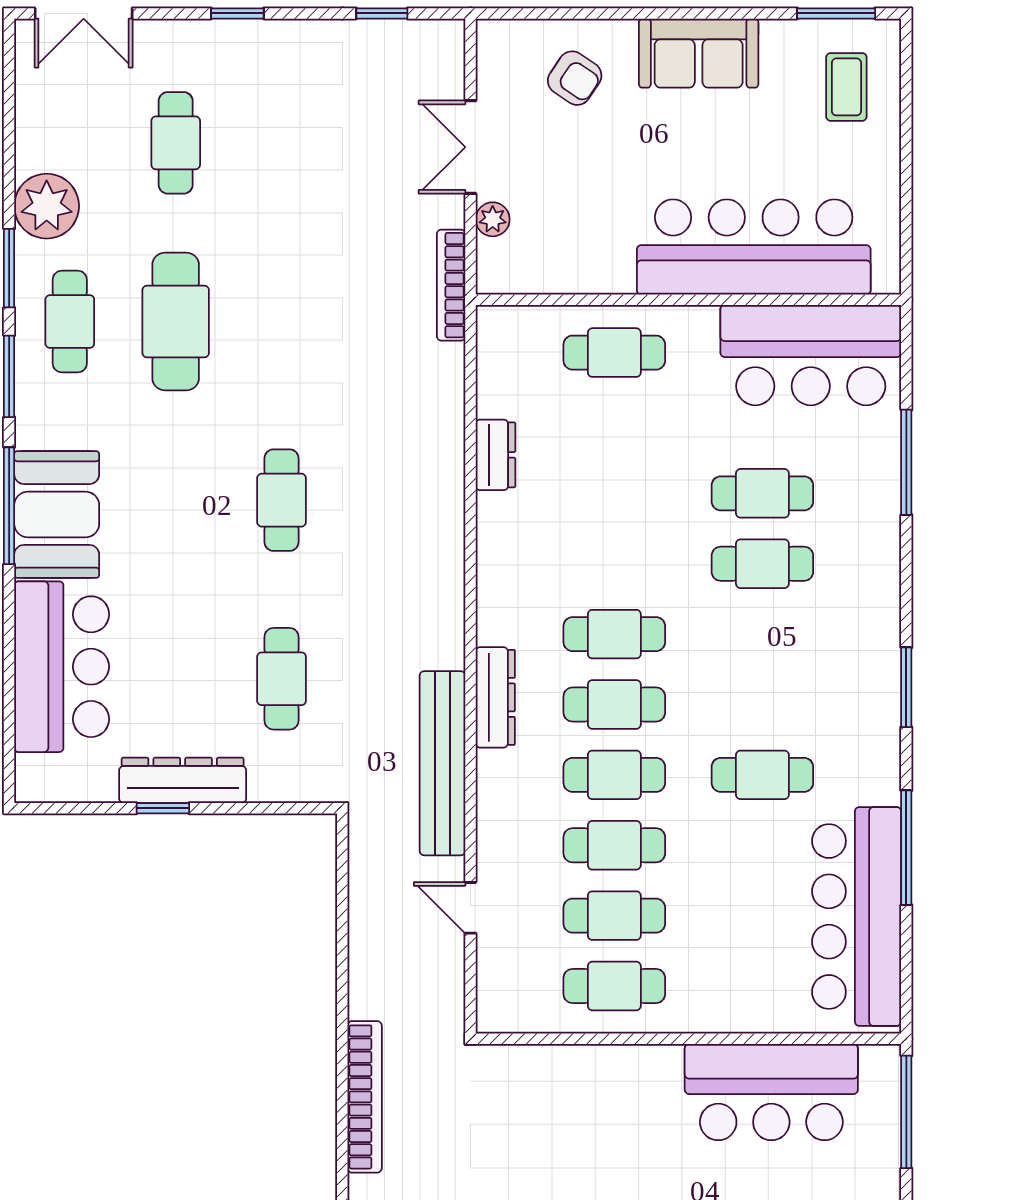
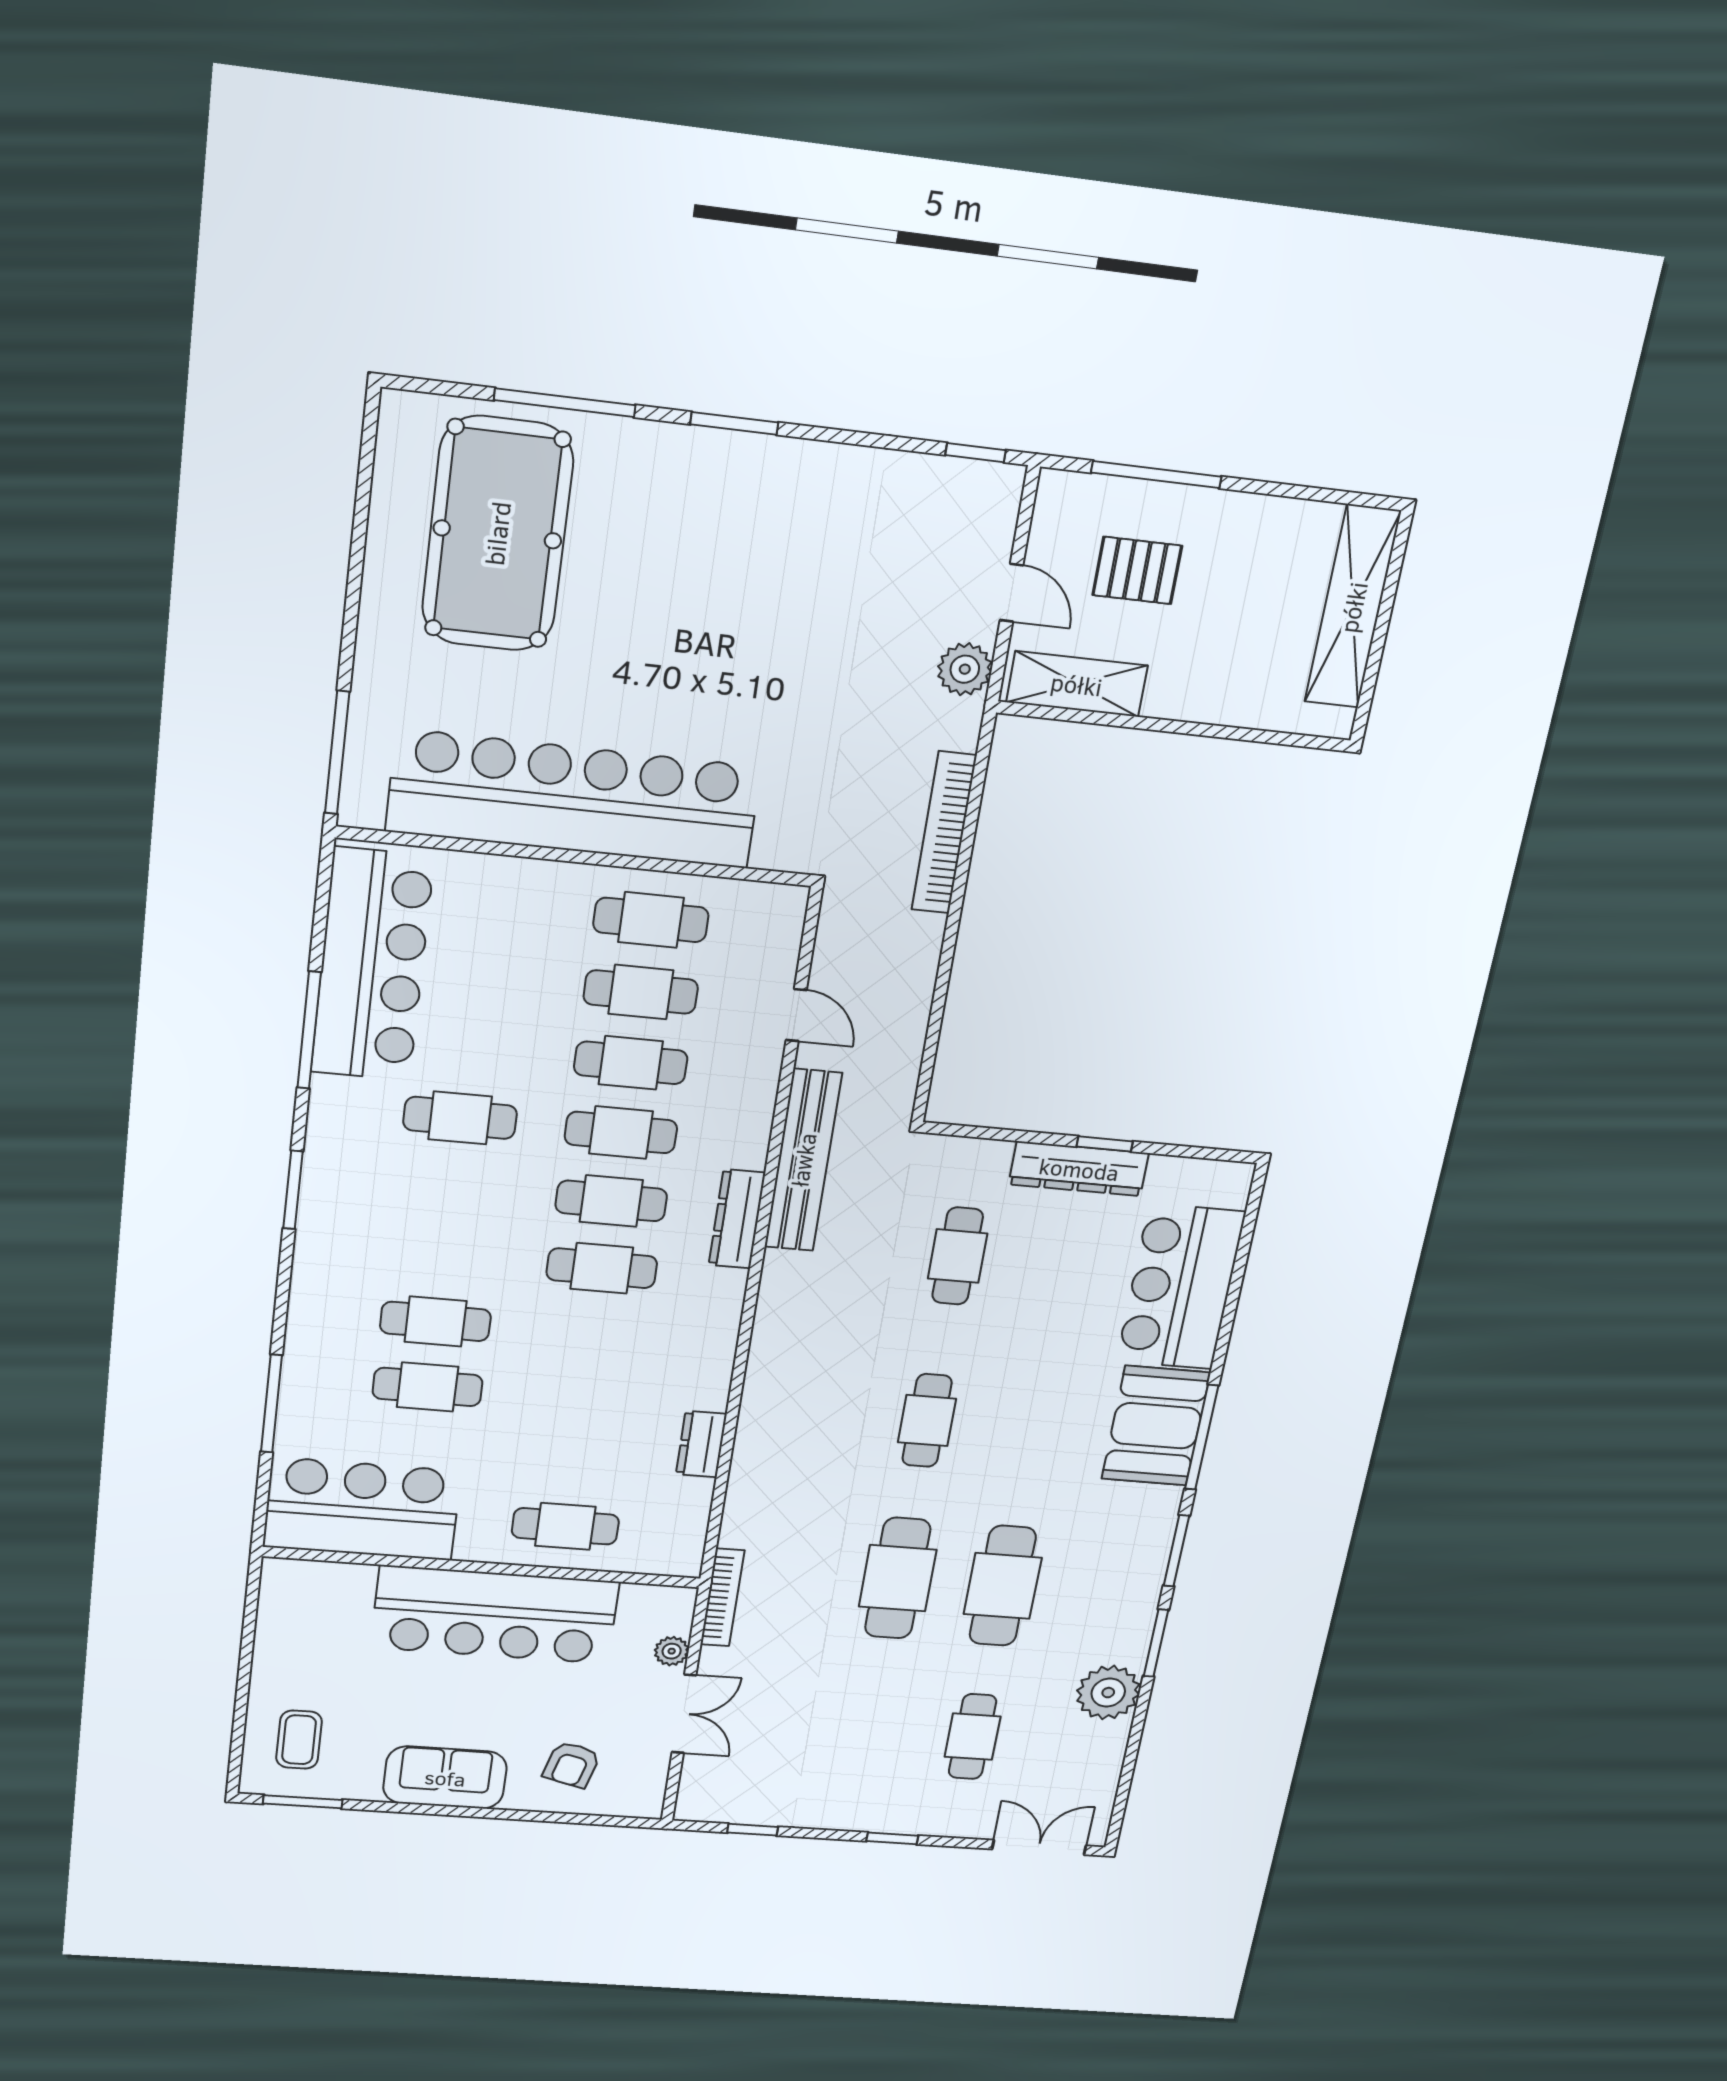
armchair: (575, 78) -> (572, 1765), turned -109
bar counter: (754, 247) -> (495, 1615), moved
cafe table: (70, 321) -> (898, 1578), moved, width x1.37, depth x1.35
bar counter: (771, 1092) -> (574, 799), width x1.86

